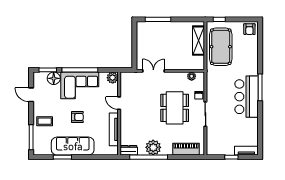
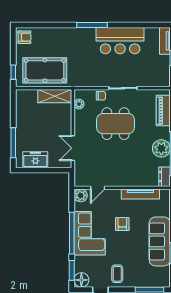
freezer: (143, 38) -> (35, 160), added
shelving: (198, 41) -> (55, 96), moved
floor lamp: (54, 78) -> (81, 280), moved
bar counter: (247, 97) -> (120, 41), moved
door: (119, 103) -> (98, 188), moved
armchair: (77, 117) -> (122, 224), moved
coffee table: (45, 121) -> (117, 274), moved

